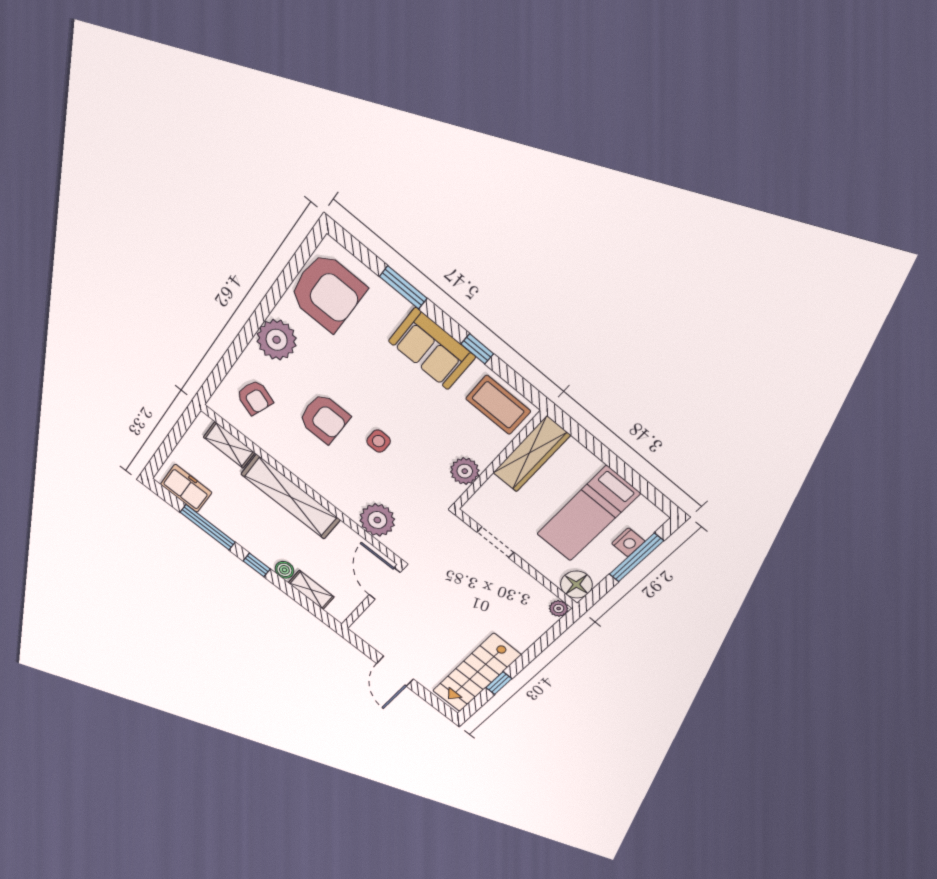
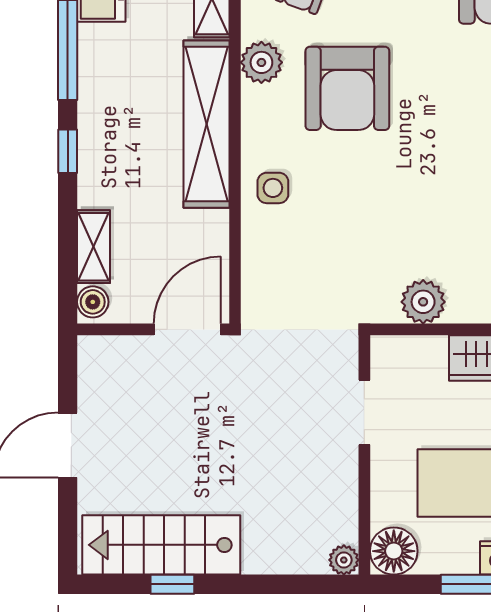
armchair: (324, 418) -> (347, 88), width x1.36, depth x1.36
side table: (379, 441) -> (273, 188), moved
plant: (377, 520) -> (261, 62), moved, width x0.73, depth x0.73
boiler: (284, 570) -> (93, 302), moved

